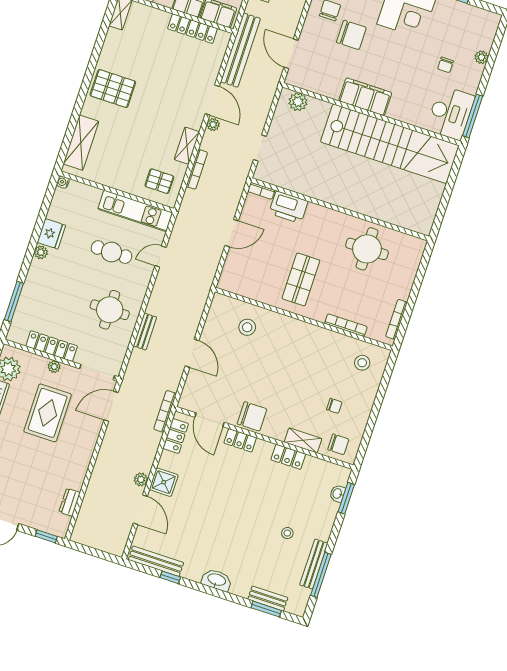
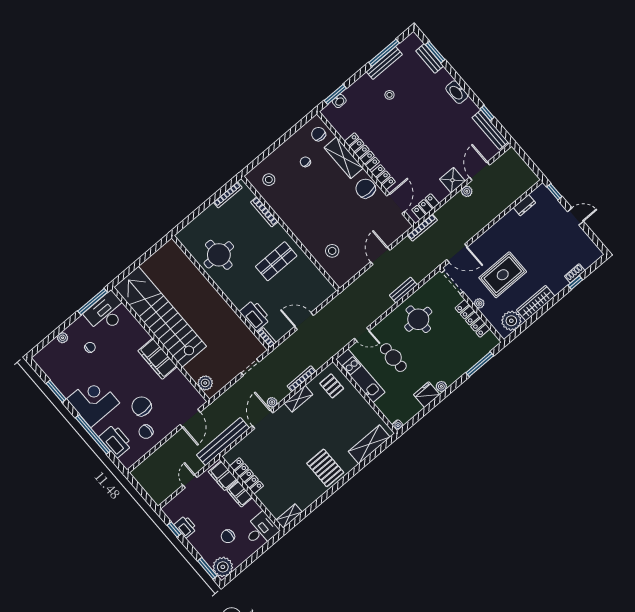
shelving: (303, 440) -> (344, 158), width x1.50, depth x1.33
locker: (288, 457) -> (362, 151), width x1.53

